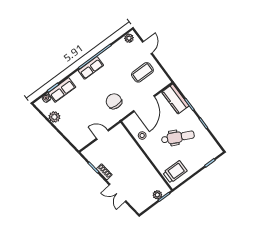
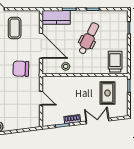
door: (102, 135) -> (41, 98), swing flipped
rug: (146, 184) -> (107, 93), added
double door: (118, 193) -> (97, 121), swing flipped
plant: (157, 195) -> (123, 90), removed

